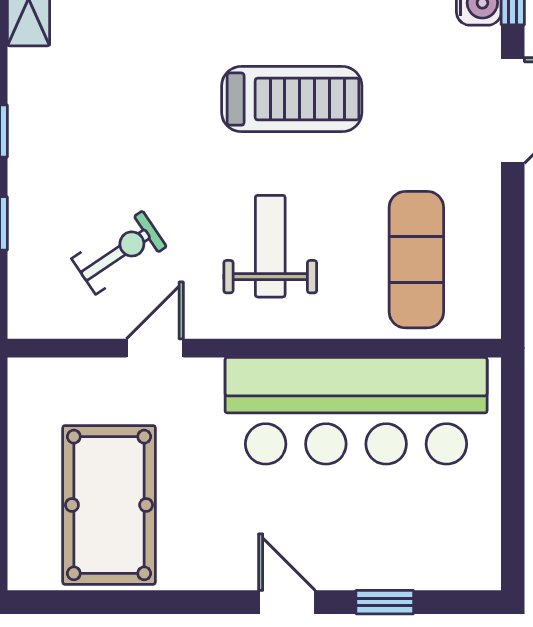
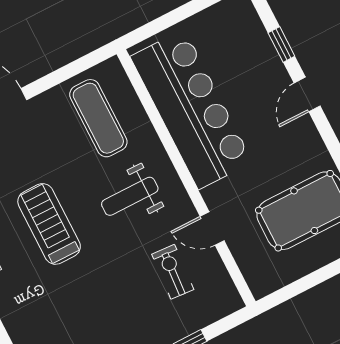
exercise bike: (119, 253) -> (173, 272), turned 38
exercise mat: (416, 260) -> (98, 118), turned 90

